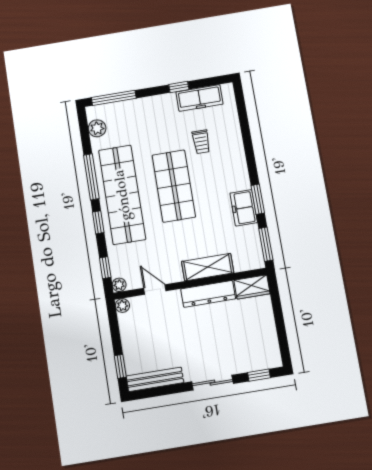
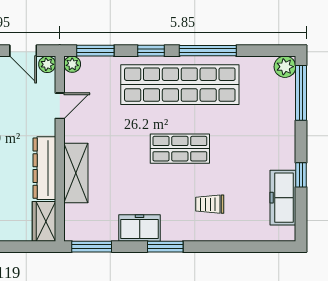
plant: (97, 128) -> (285, 67), moved
trolley: (201, 142) -> (210, 204), moved
shop shelf: (174, 186) -> (180, 149), width x0.70, depth x0.74
window: (258, 199) -> (165, 247), moved
window: (105, 268) -> (95, 51), width x1.50
door: (114, 327) -> (23, 51), added

